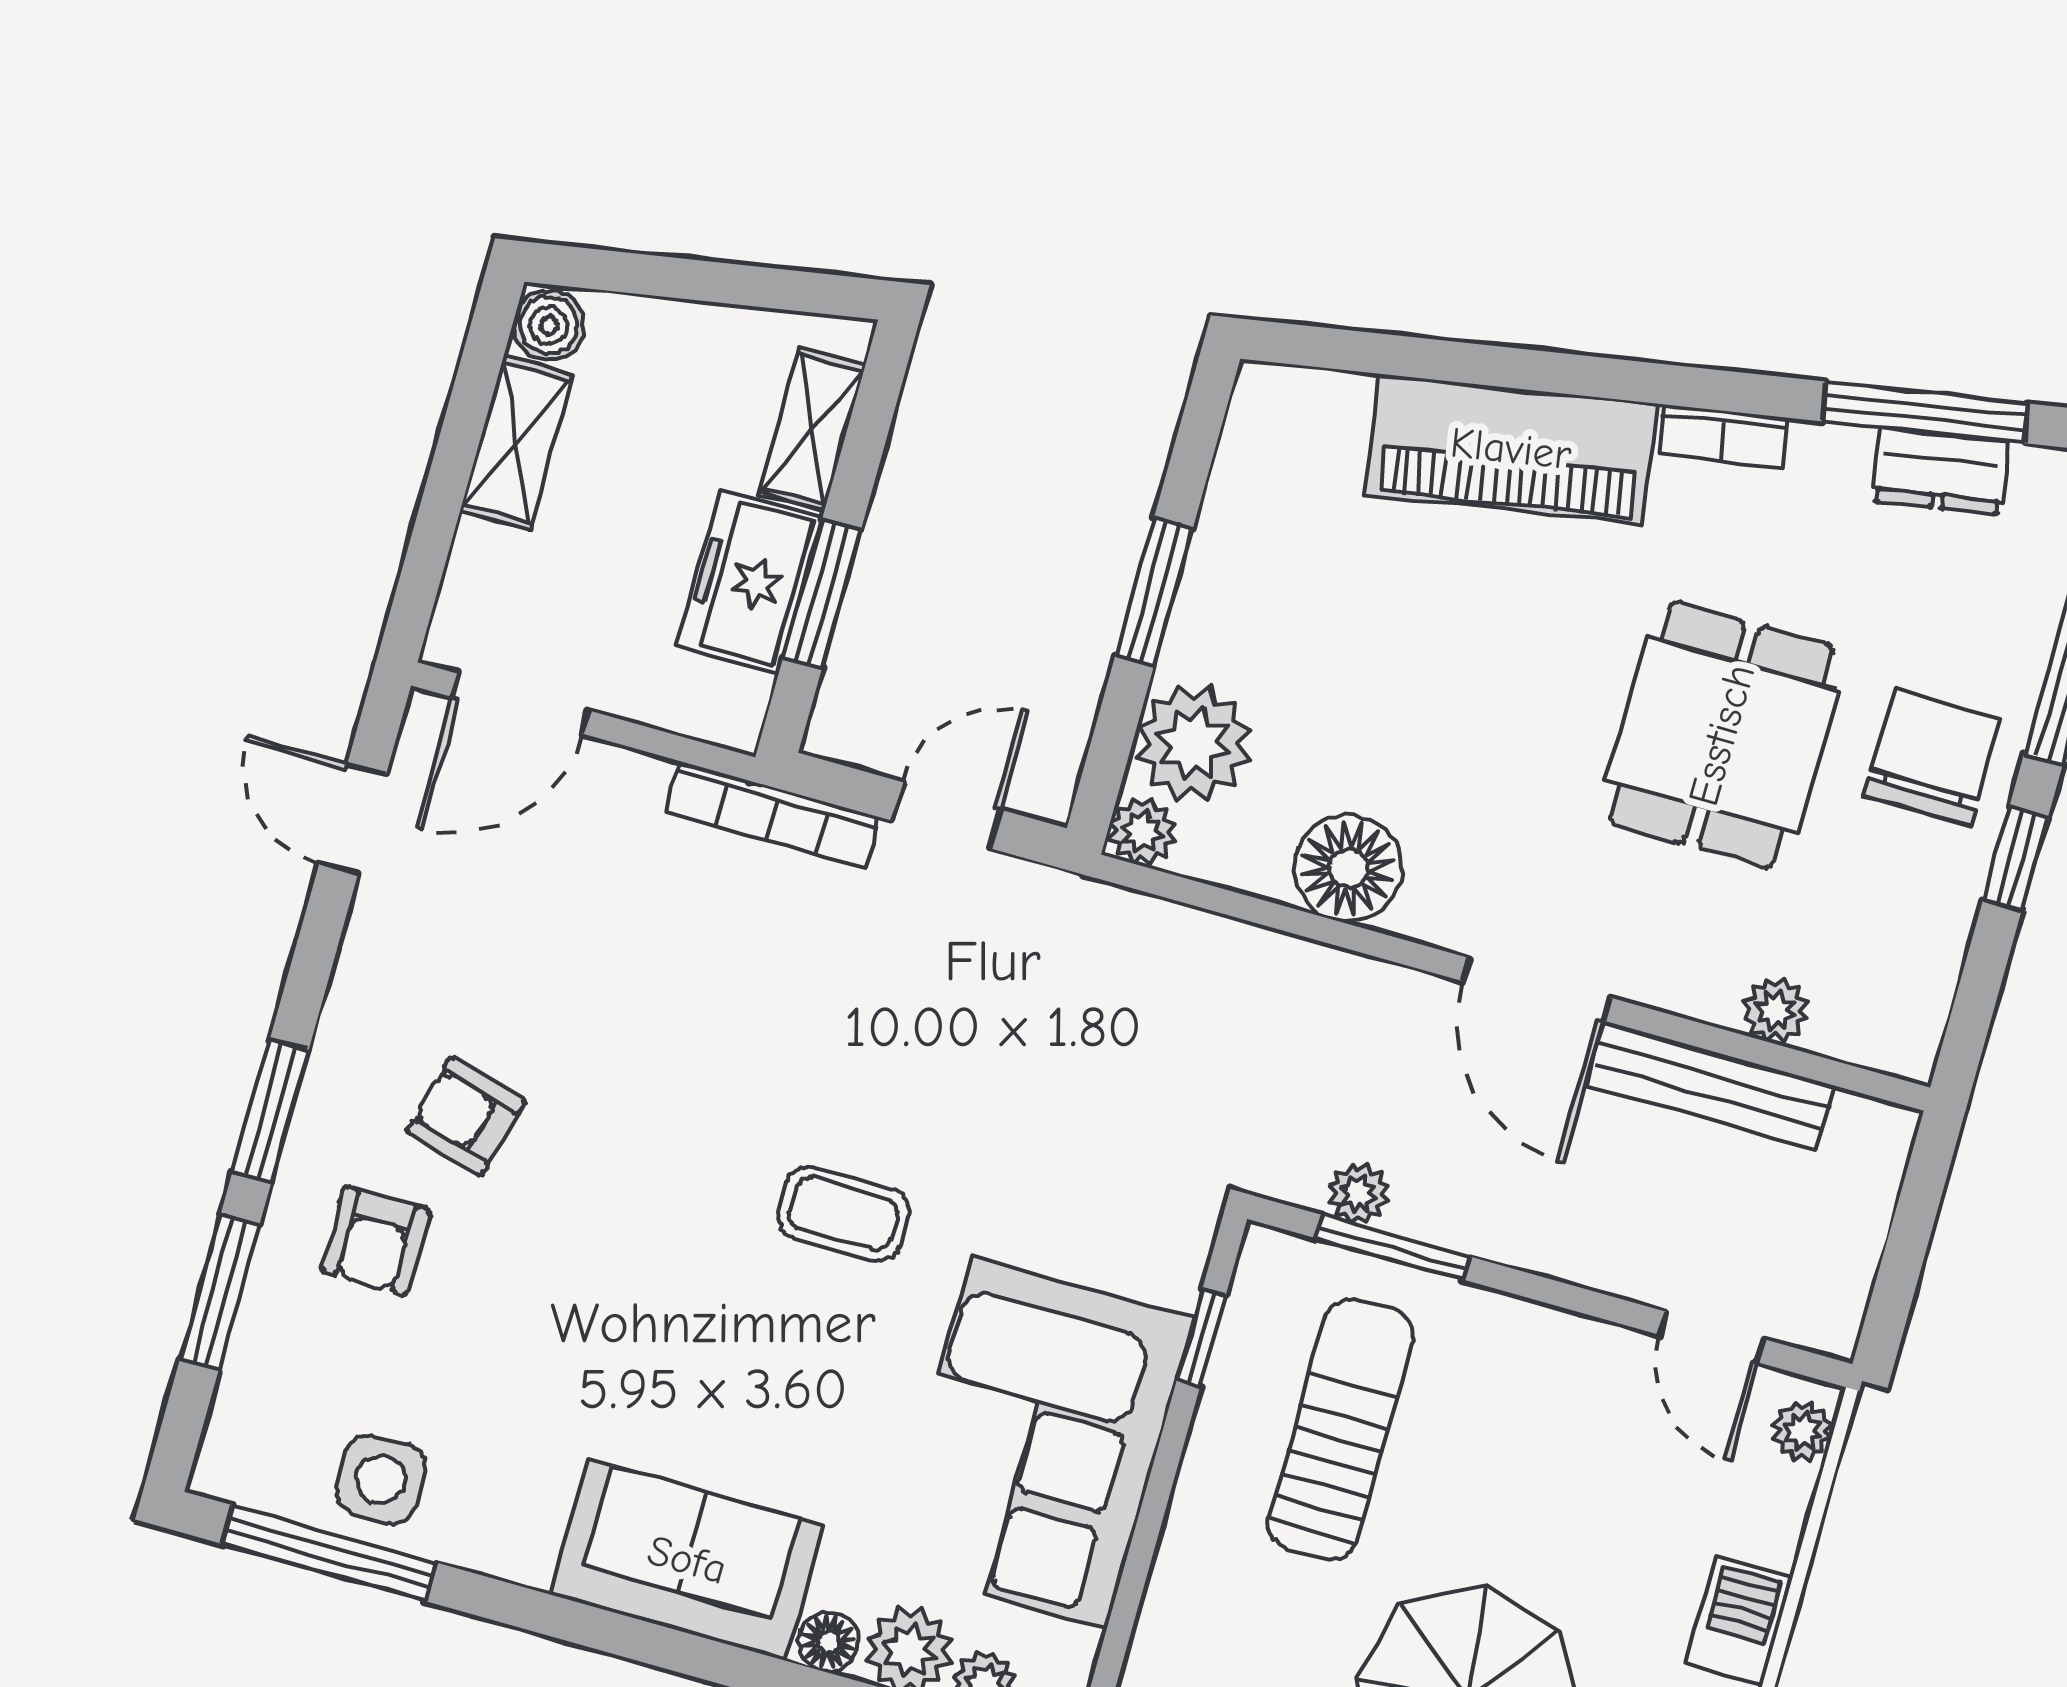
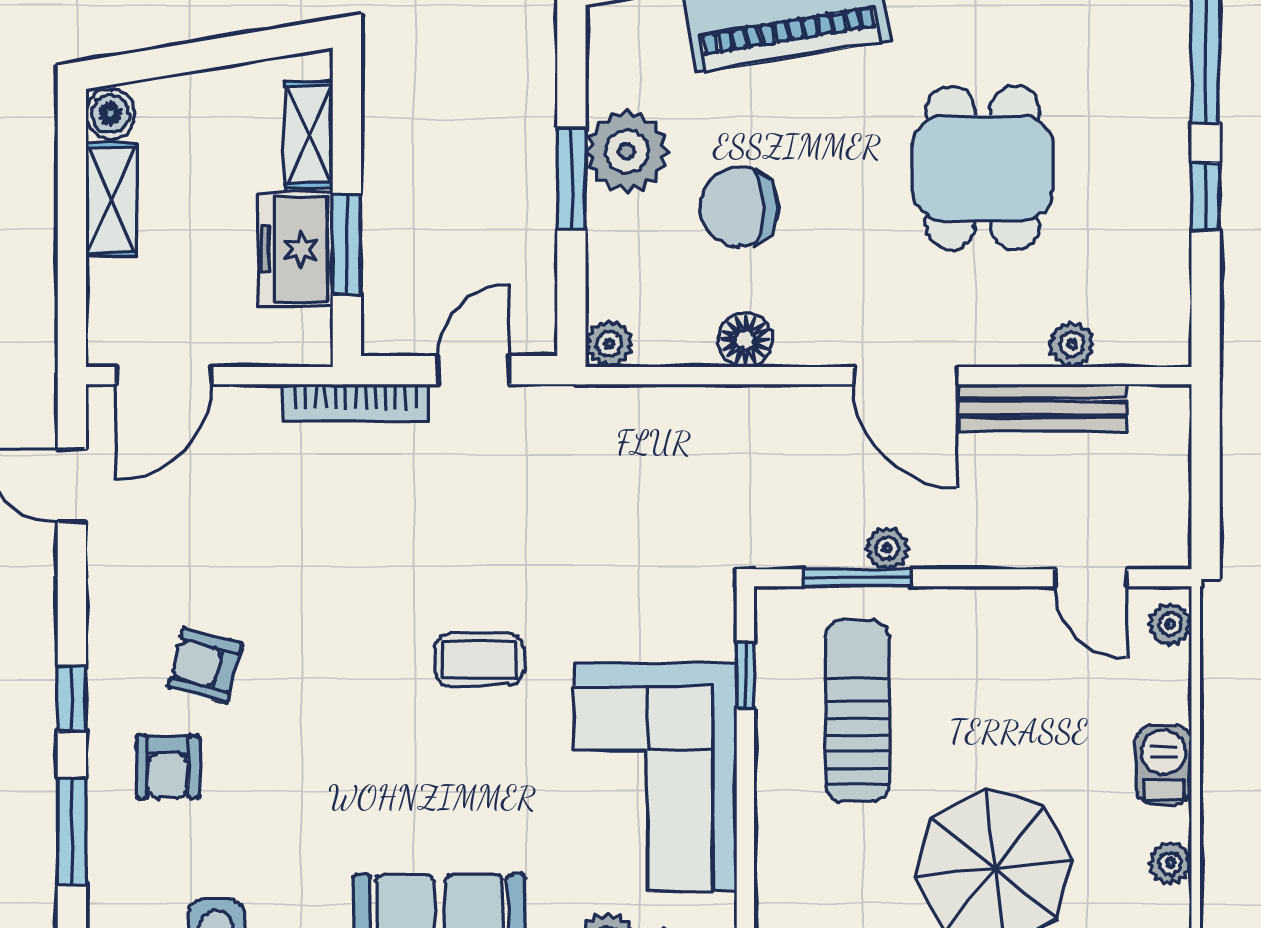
plant: (1193, 743) -> (627, 151), moved
chair: (1932, 757) -> (739, 207), moved, turned -90
floor lamp: (1348, 869) -> (745, 340), width x0.73, depth x0.73
window: (271, 1111) -> (72, 699), width x0.67
plant: (1358, 1194) -> (887, 548), moved

